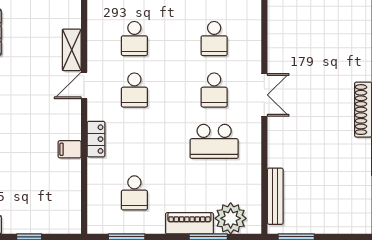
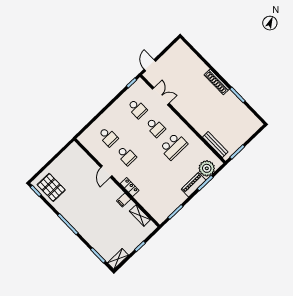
shelving: (72, 50) -> (140, 215), moved
double door: (264, 95) -> (161, 96), moved
school desk: (134, 193) -> (163, 193), removed

